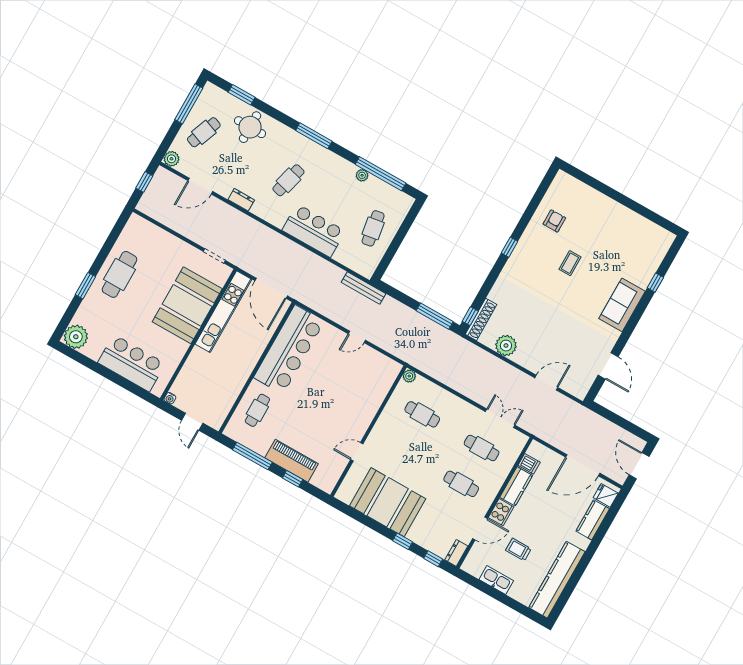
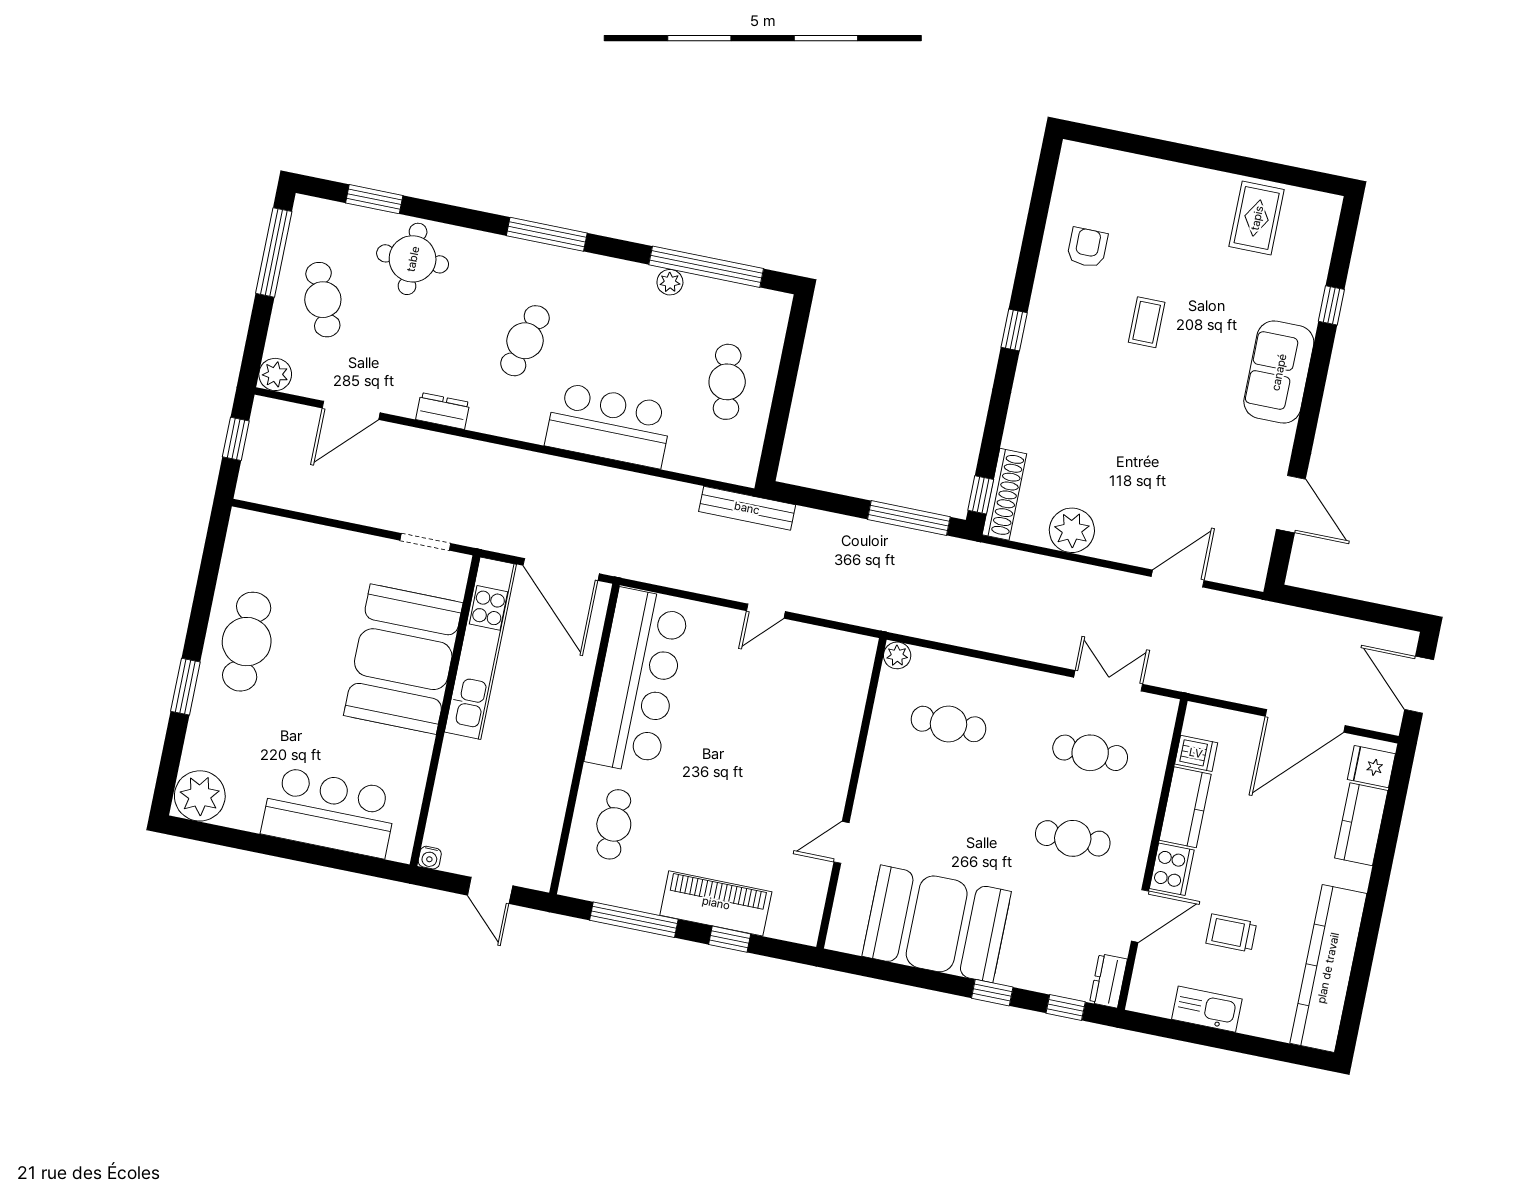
cafe table: (204, 132) -> (323, 300), turned -42
rug: (635, 233) -> (1257, 218), added

